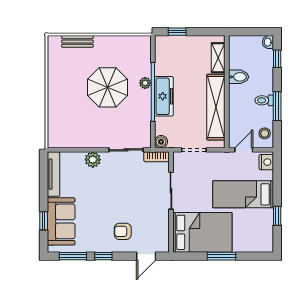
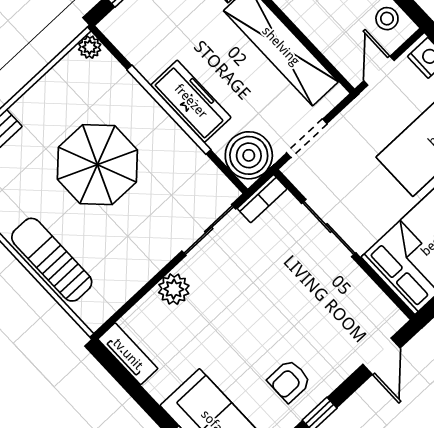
plant: (145, 83) -> (90, 47), moved
sun lounger: (58, 107) -> (52, 260), added
boiler: (161, 142) -> (249, 155), width x1.86, depth x1.86
tv unit: (54, 174) -> (128, 354), width x0.71
armchair: (123, 231) -> (289, 381), moved

